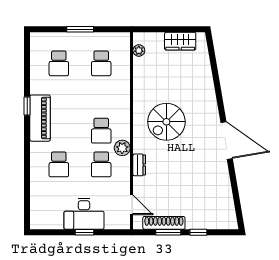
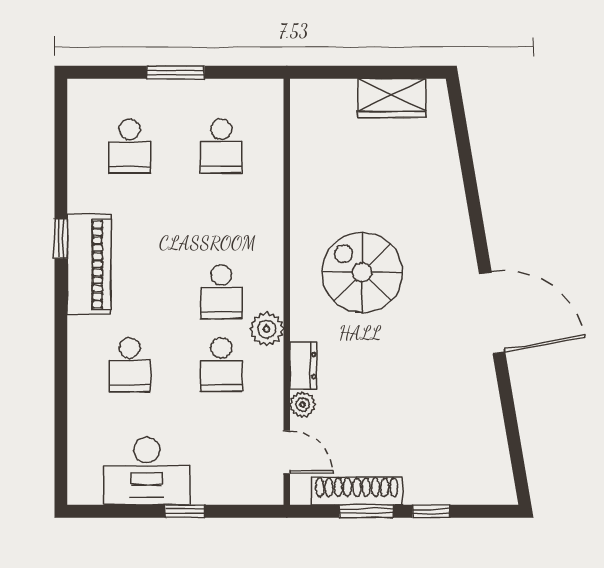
plant: (139, 51) -> (303, 405), moved
spiral stairs: (166, 122) -> (362, 272), turned 90
desk: (84, 214) -> (147, 471), moved

